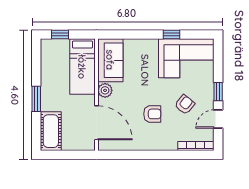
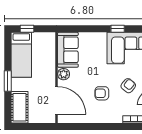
bed: (82, 67) -> (21, 55), moved
armchair: (152, 114) -> (102, 93), turned 180

